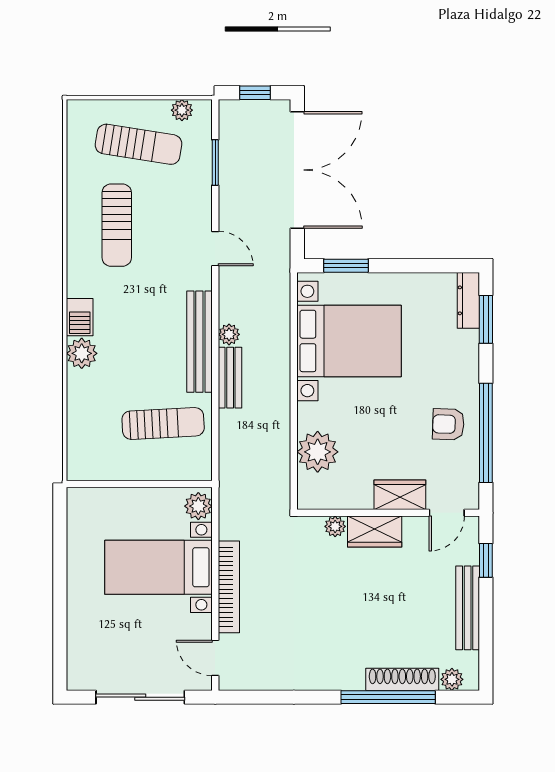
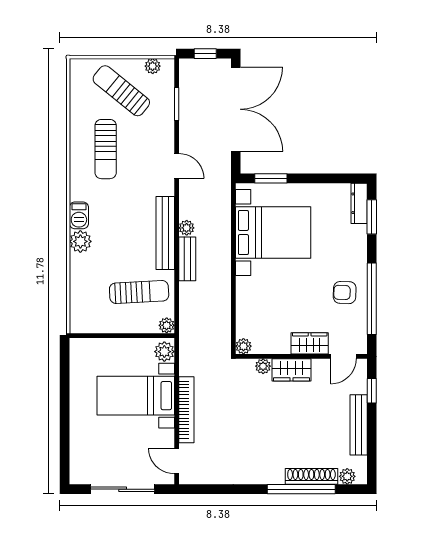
sun lounger: (138, 144) -> (121, 91), turned -150
plant: (318, 452) -> (243, 346), moved, width x0.53, depth x0.53
plant: (201, 470) -> (167, 325), added

